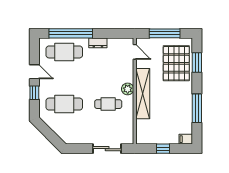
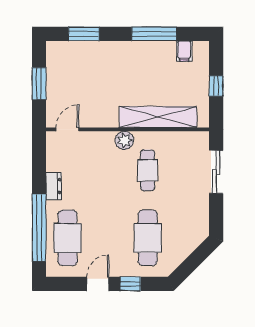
window: (165, 33) -> (39, 84), width x0.69
pallet: (176, 63) -> (85, 65), removed
shelving: (143, 94) -> (158, 117), moved
filing cabinet: (186, 139) -> (184, 51), moved

